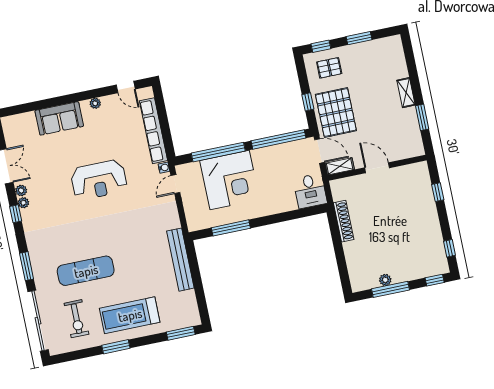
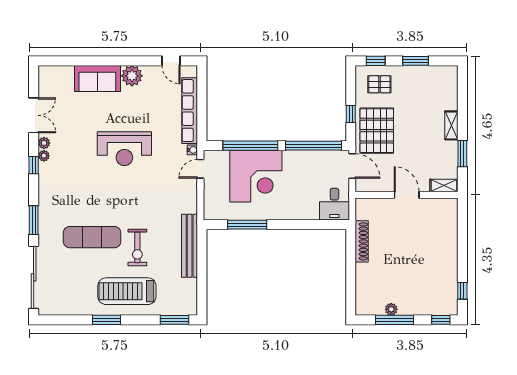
plant: (95, 103) -> (132, 76), width x1.88, depth x1.88
shelving: (340, 166) -> (444, 186), moved
window: (438, 192) -> (462, 232), removed
exercise bike: (77, 319) -> (137, 247), moved

